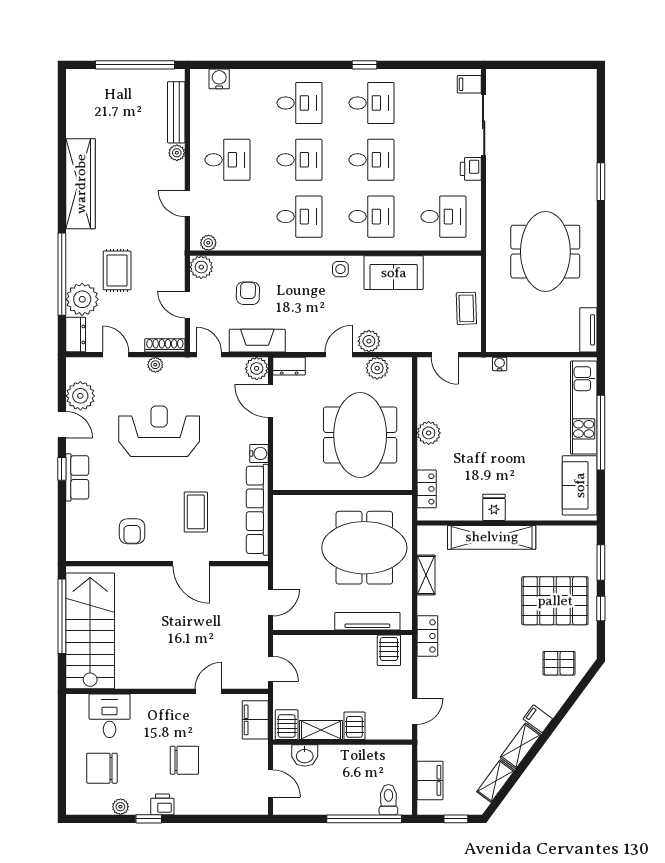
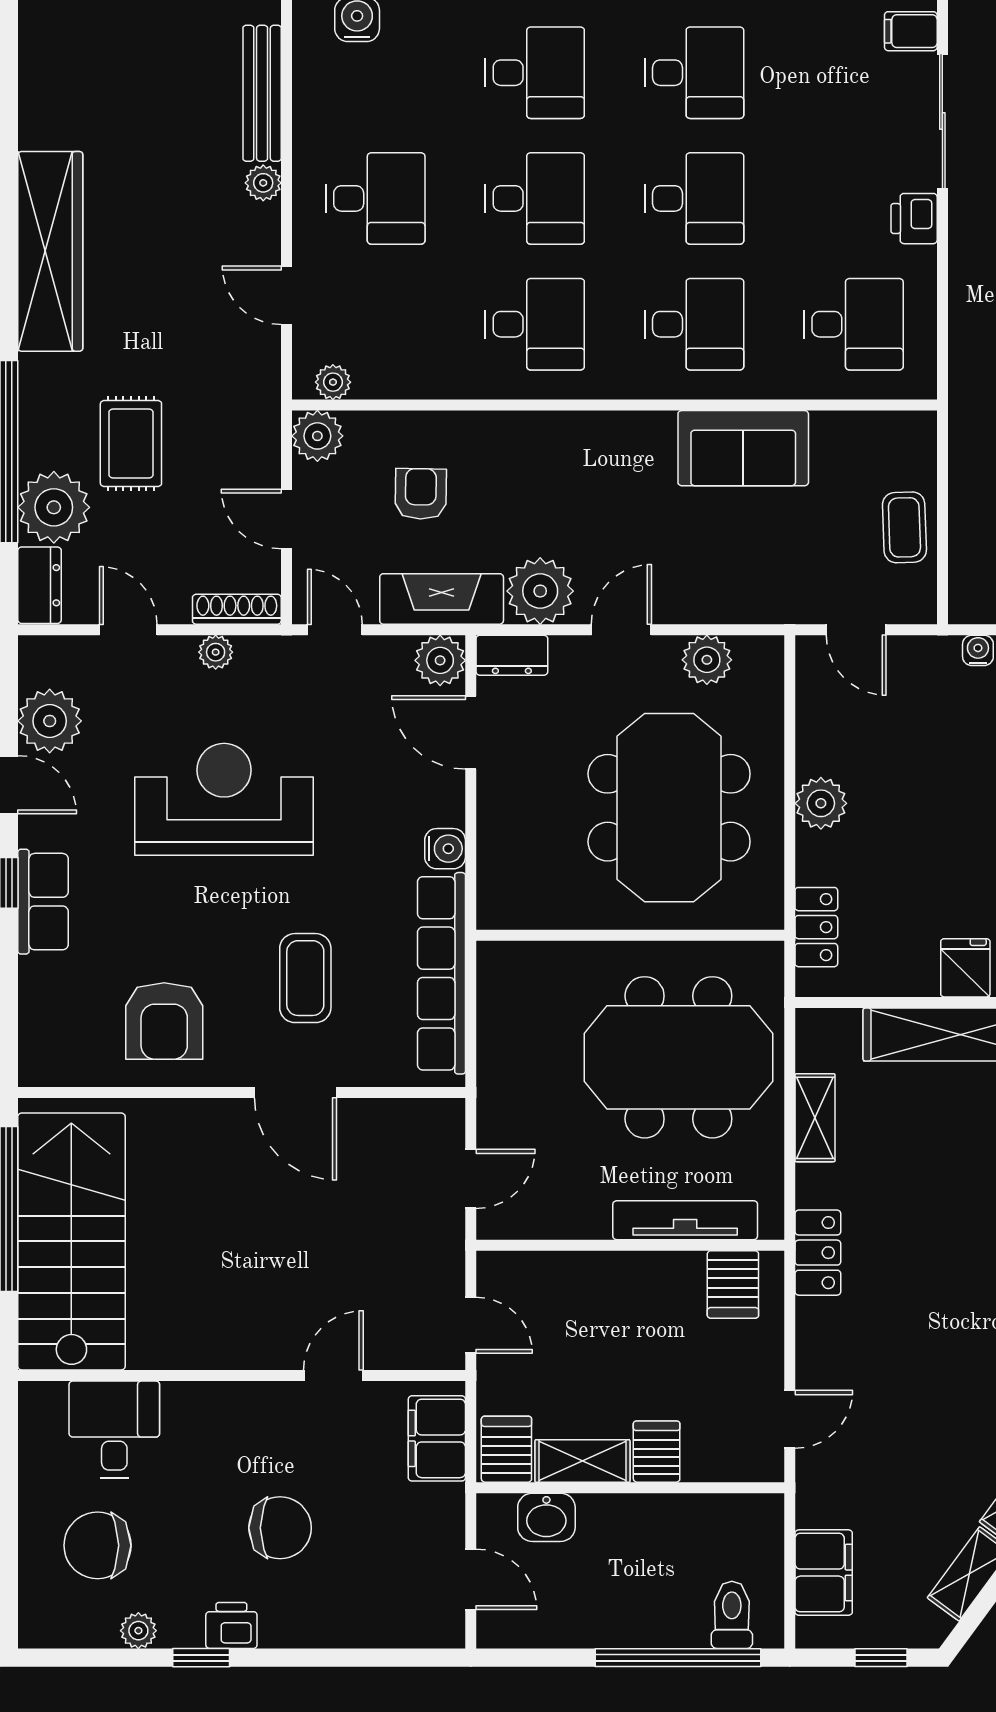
side table: (340, 269) -> (625, 441), removed
plant: (369, 341) -> (540, 591), moved, width x1.36, depth x1.36
armchair: (132, 531) -> (164, 1021), width x1.38, depth x1.38

